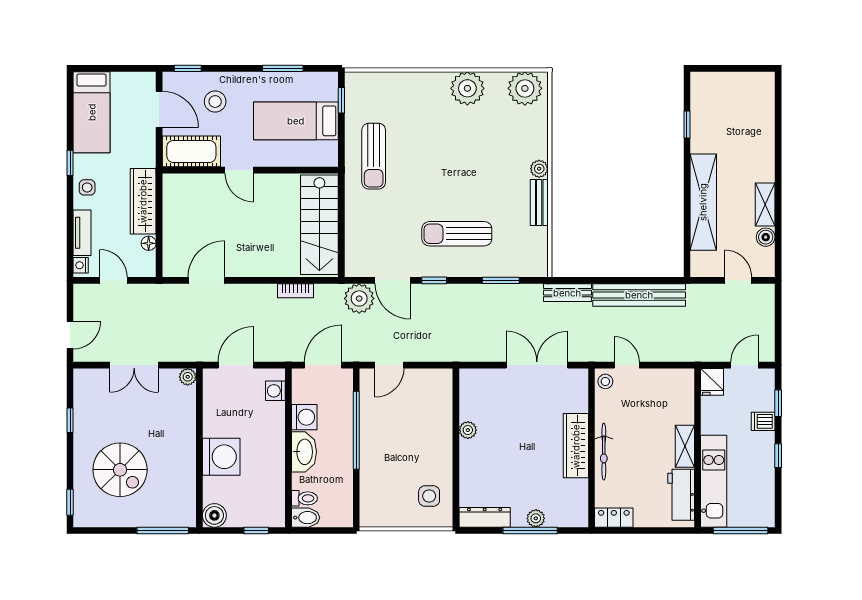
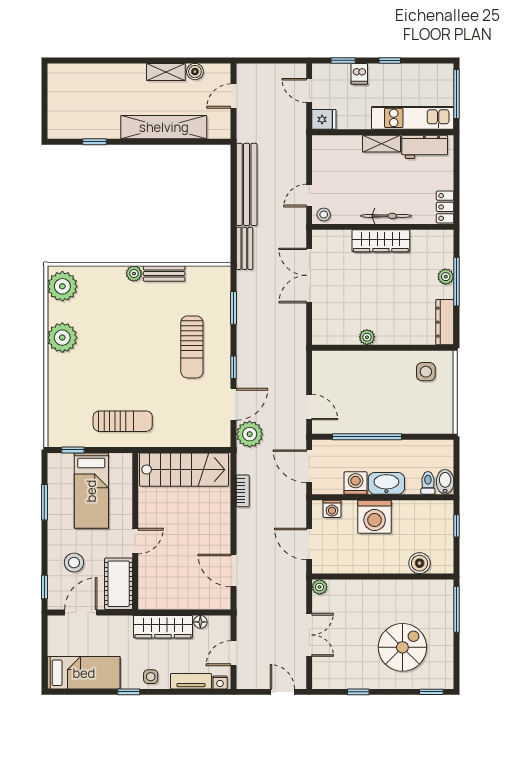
washing machine: (221, 457) -> (375, 517), moved, turned 180
boiler: (214, 515) -> (420, 563), moved

